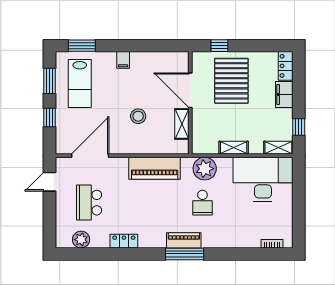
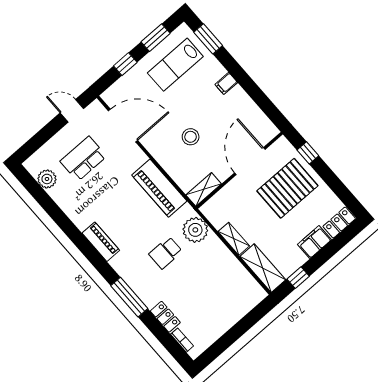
shelving: (182, 124) -> (204, 189), moved
shelving: (278, 148) -> (263, 268), width x1.50, depth x1.33
desk: (263, 179) -> (229, 286), removed
piano: (184, 240) -> (101, 242), moved
locker: (124, 241) -> (165, 317), moved
window: (185, 254) -> (129, 297), moved

